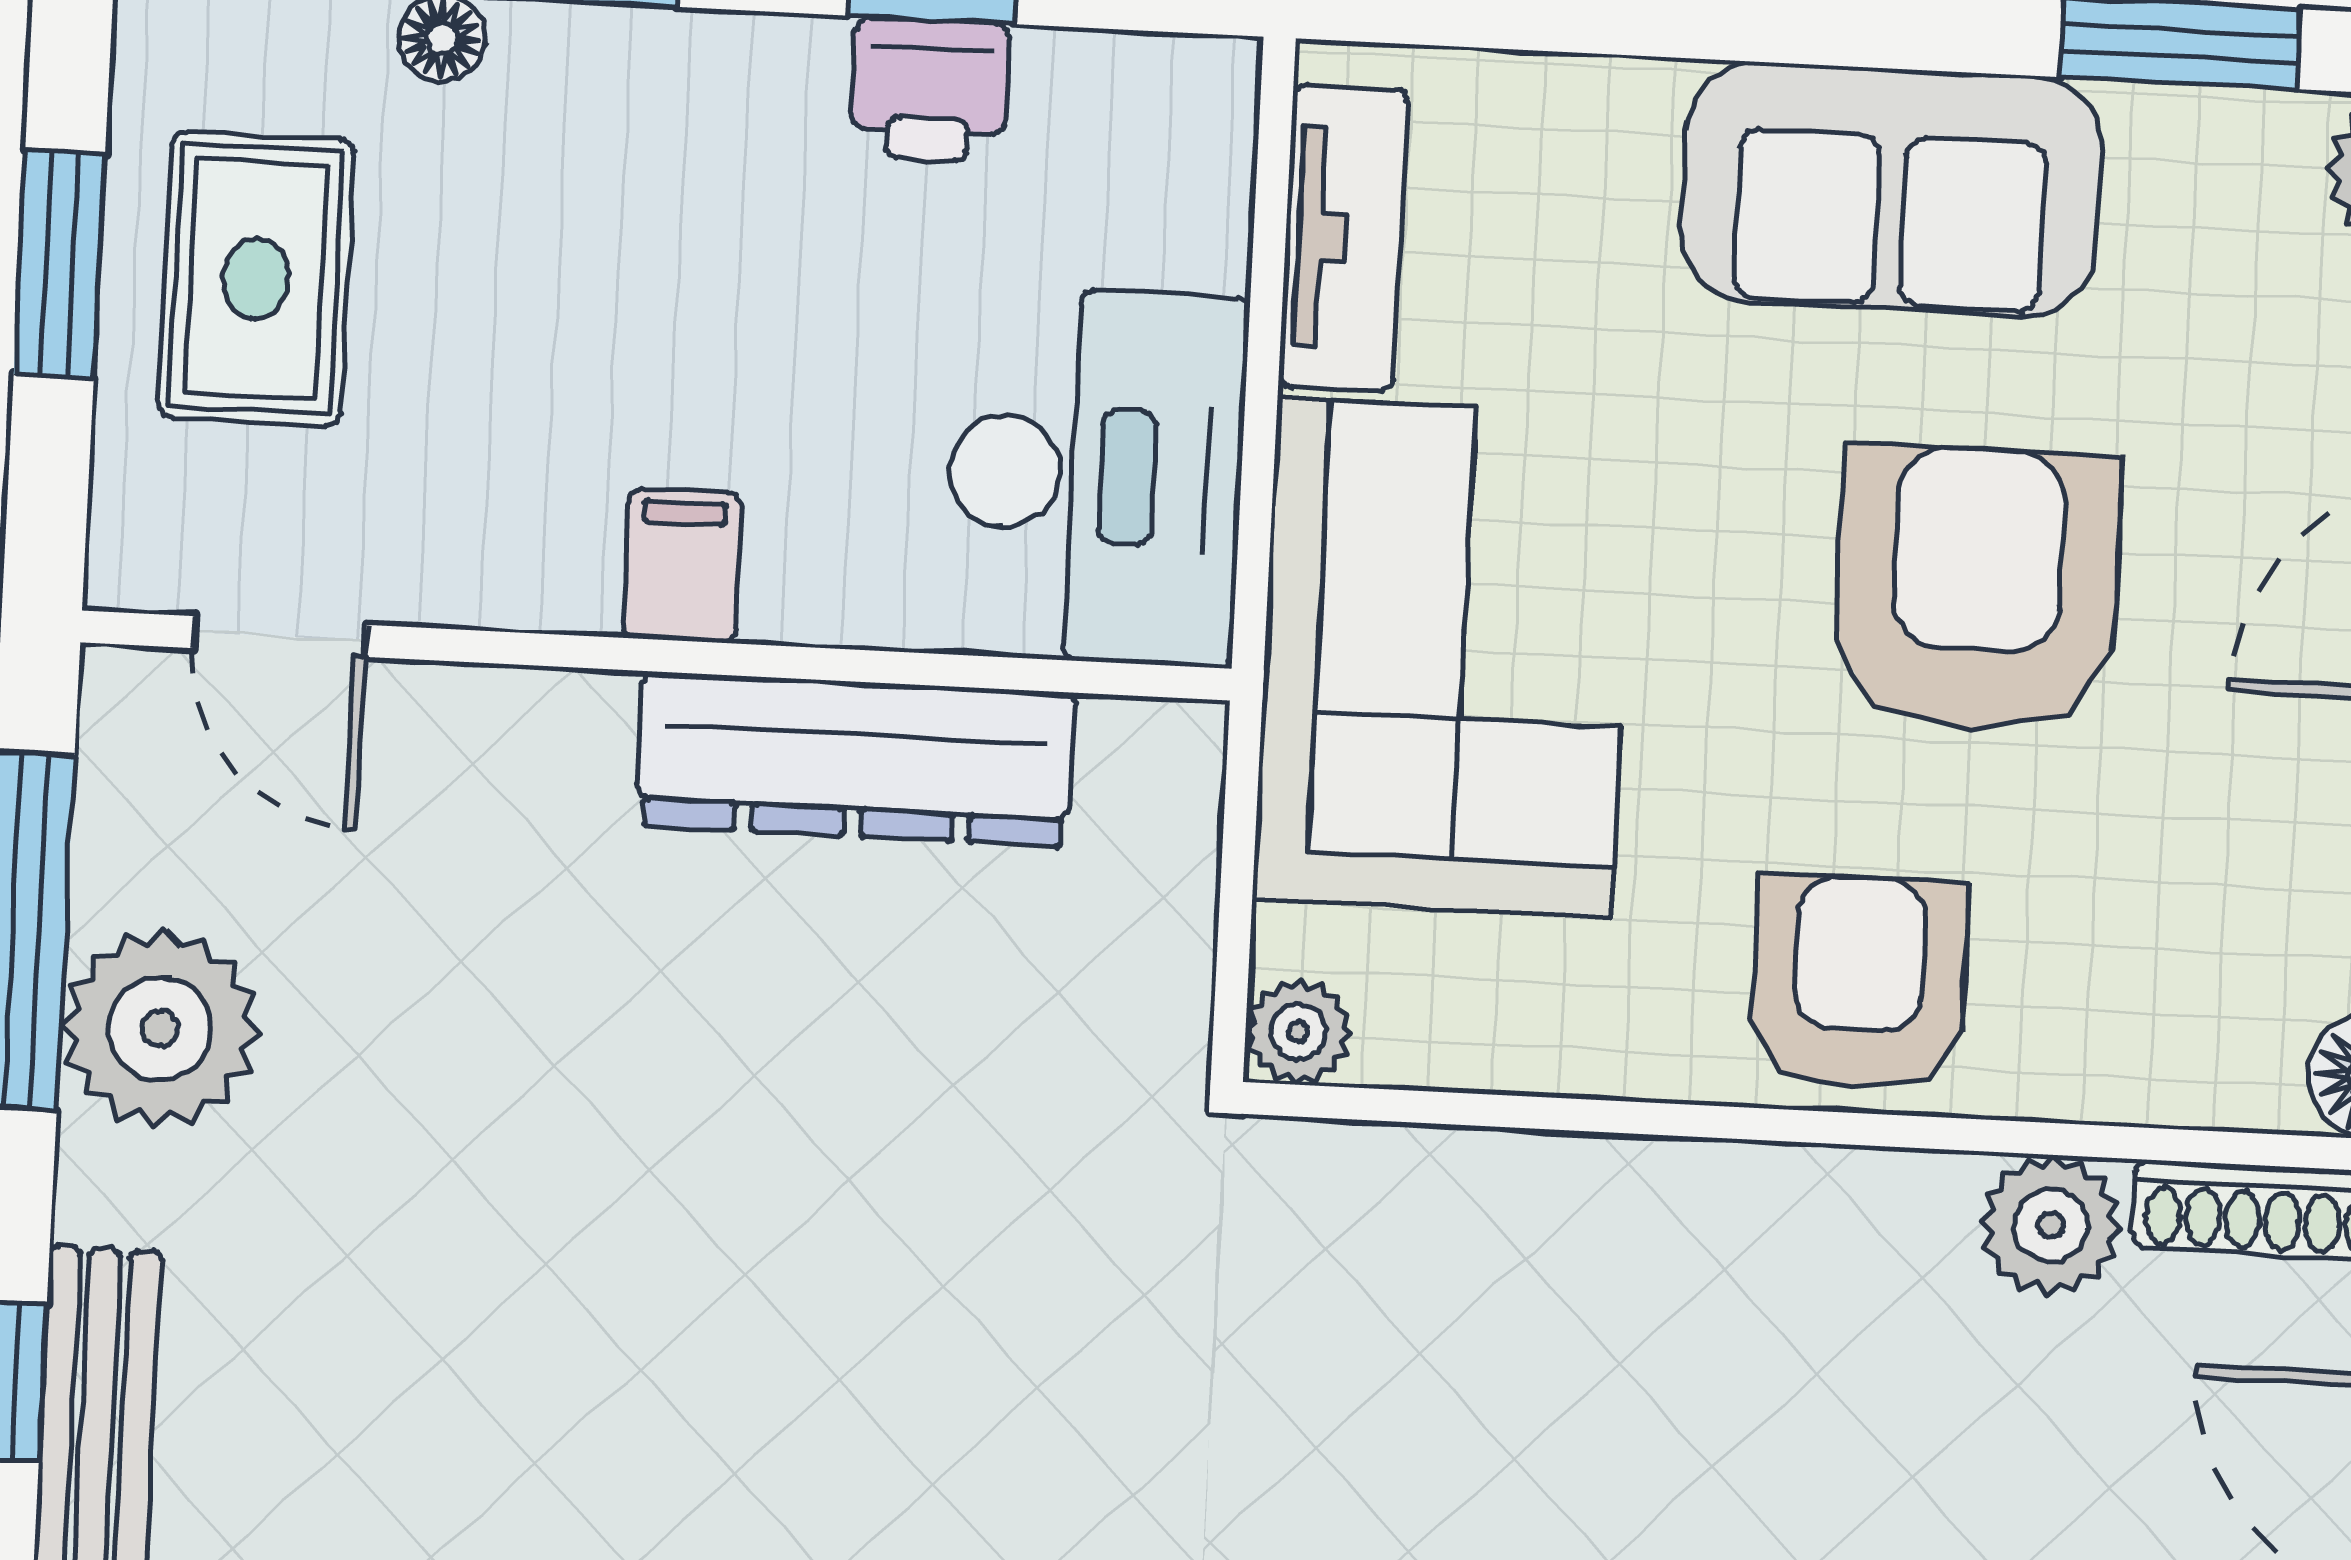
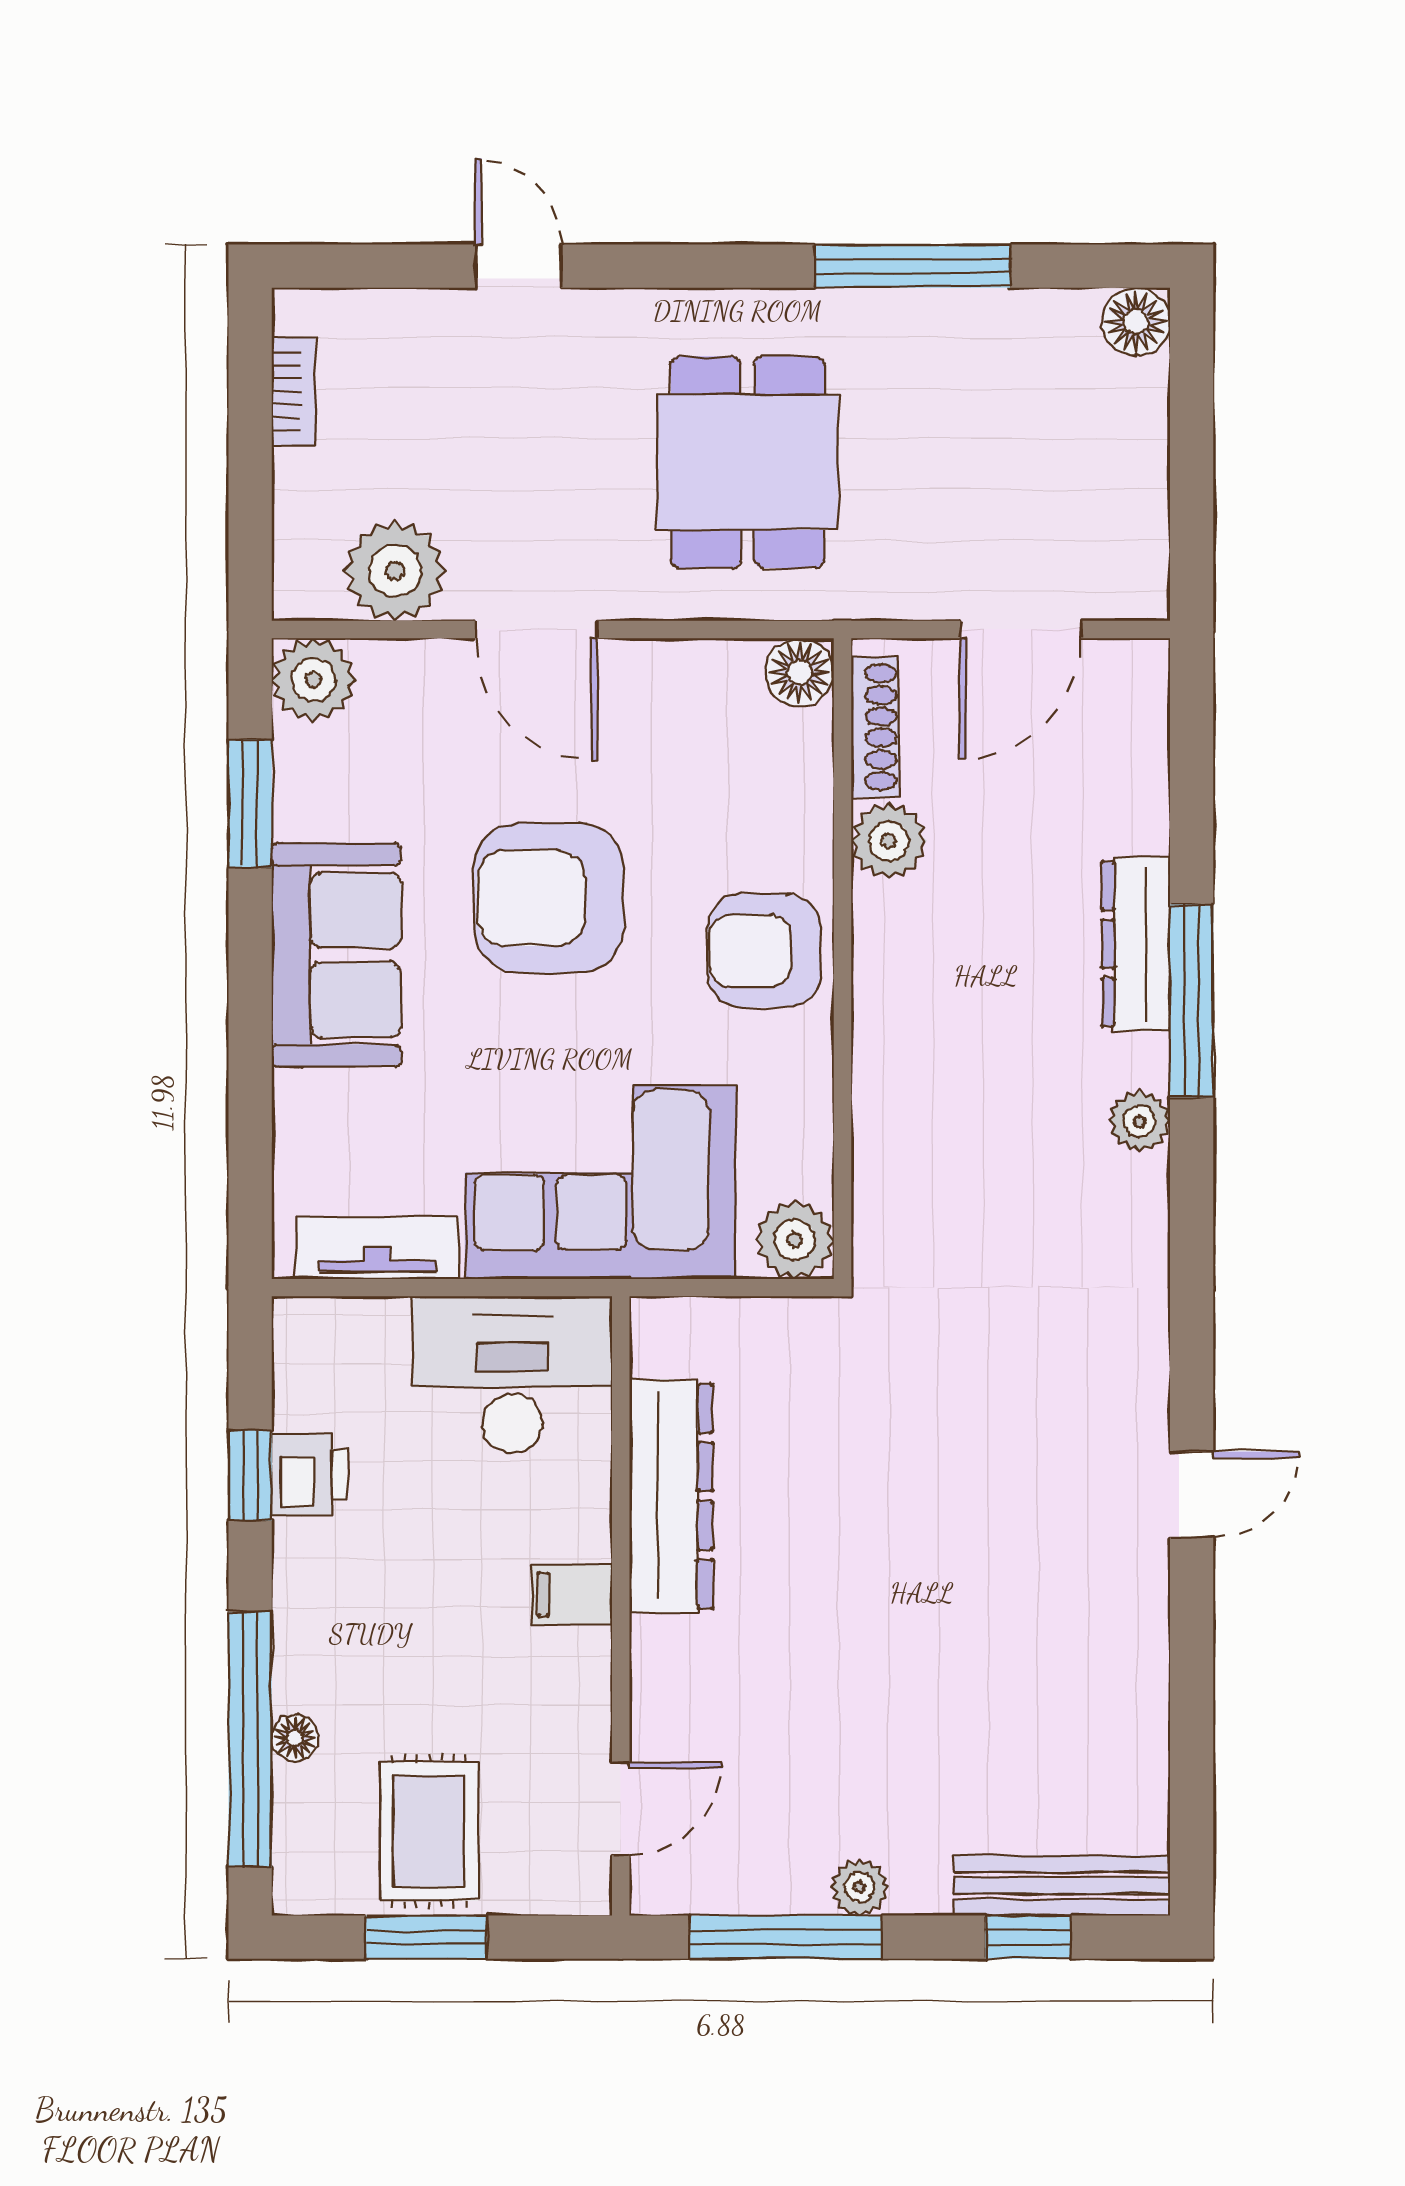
rug: (256, 279) -> (429, 1831), turned 90
plant: (160, 1029) -> (860, 1887), width x0.53, depth x0.53
plant: (1298, 1032) -> (795, 1240), width x1.38, depth x1.38

